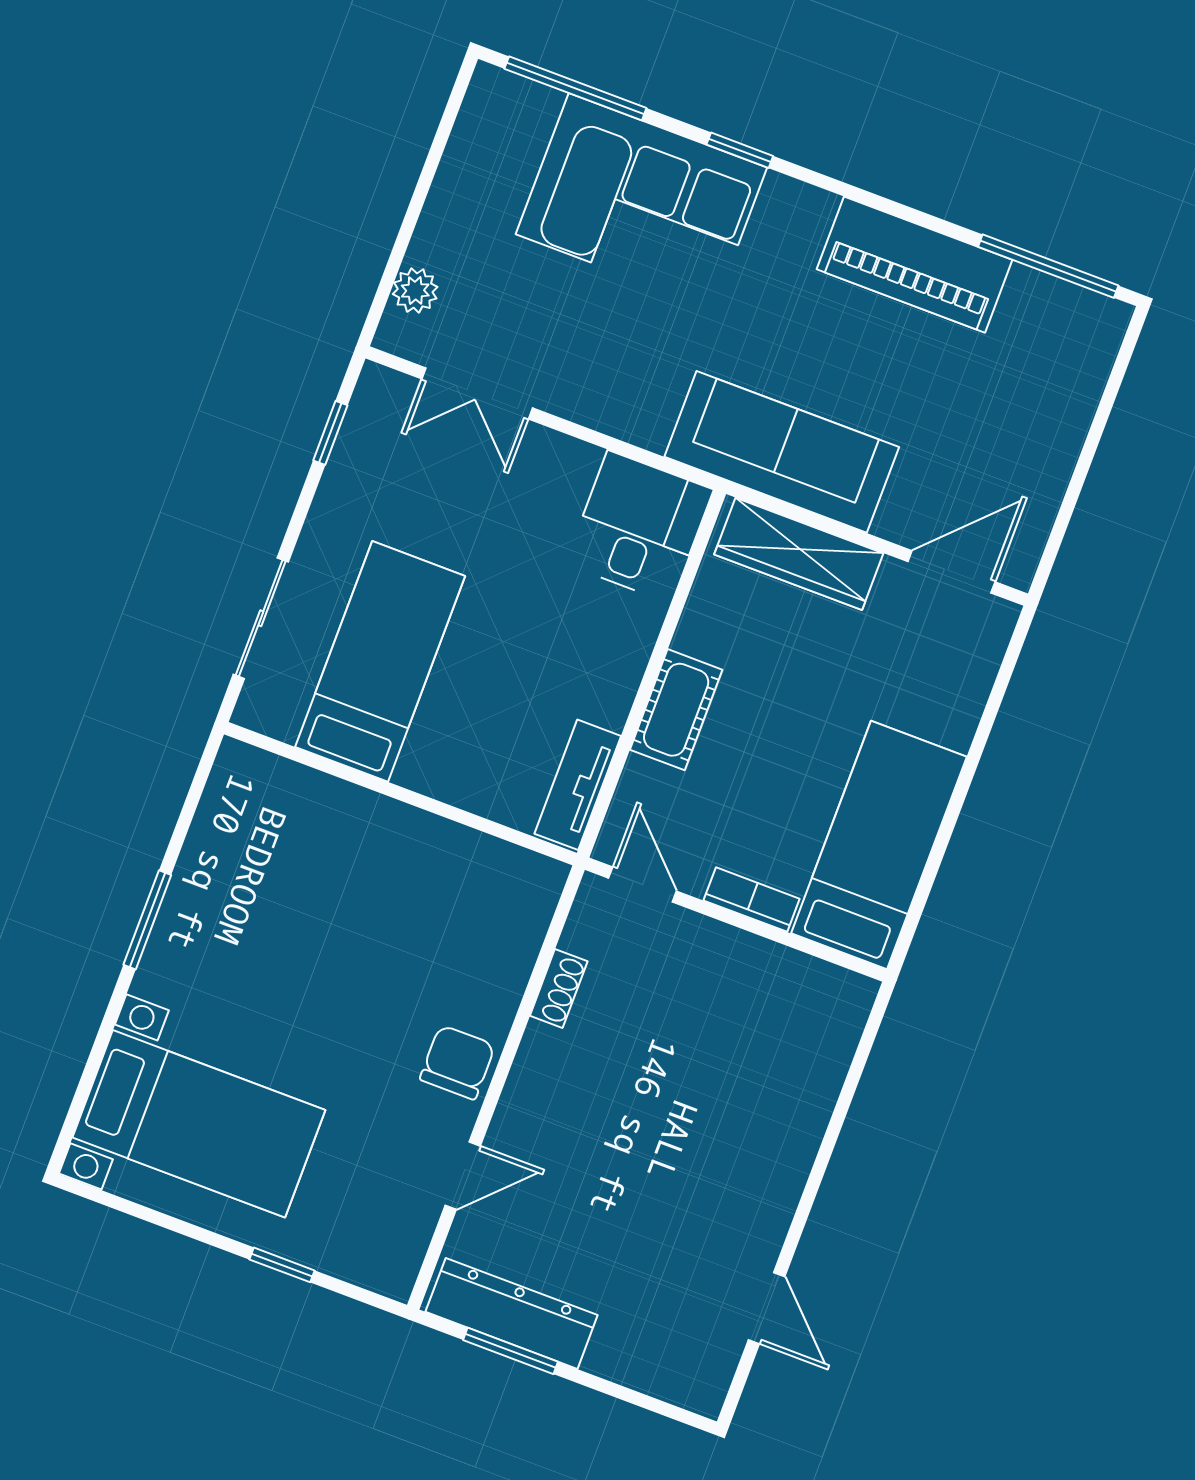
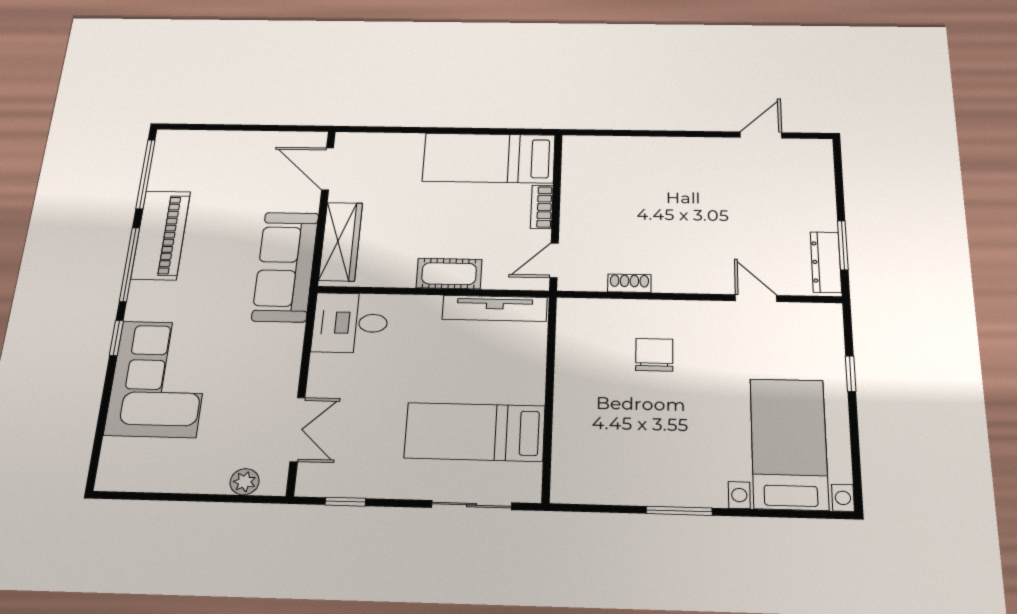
window: (575, 88) -> (129, 264), moved
tv unit: (578, 785) -> (495, 308), width x1.41
chair: (457, 1062) -> (654, 355), moved, turned 90
dresser: (512, 1313) -> (826, 262), width x0.73, depth x0.80

